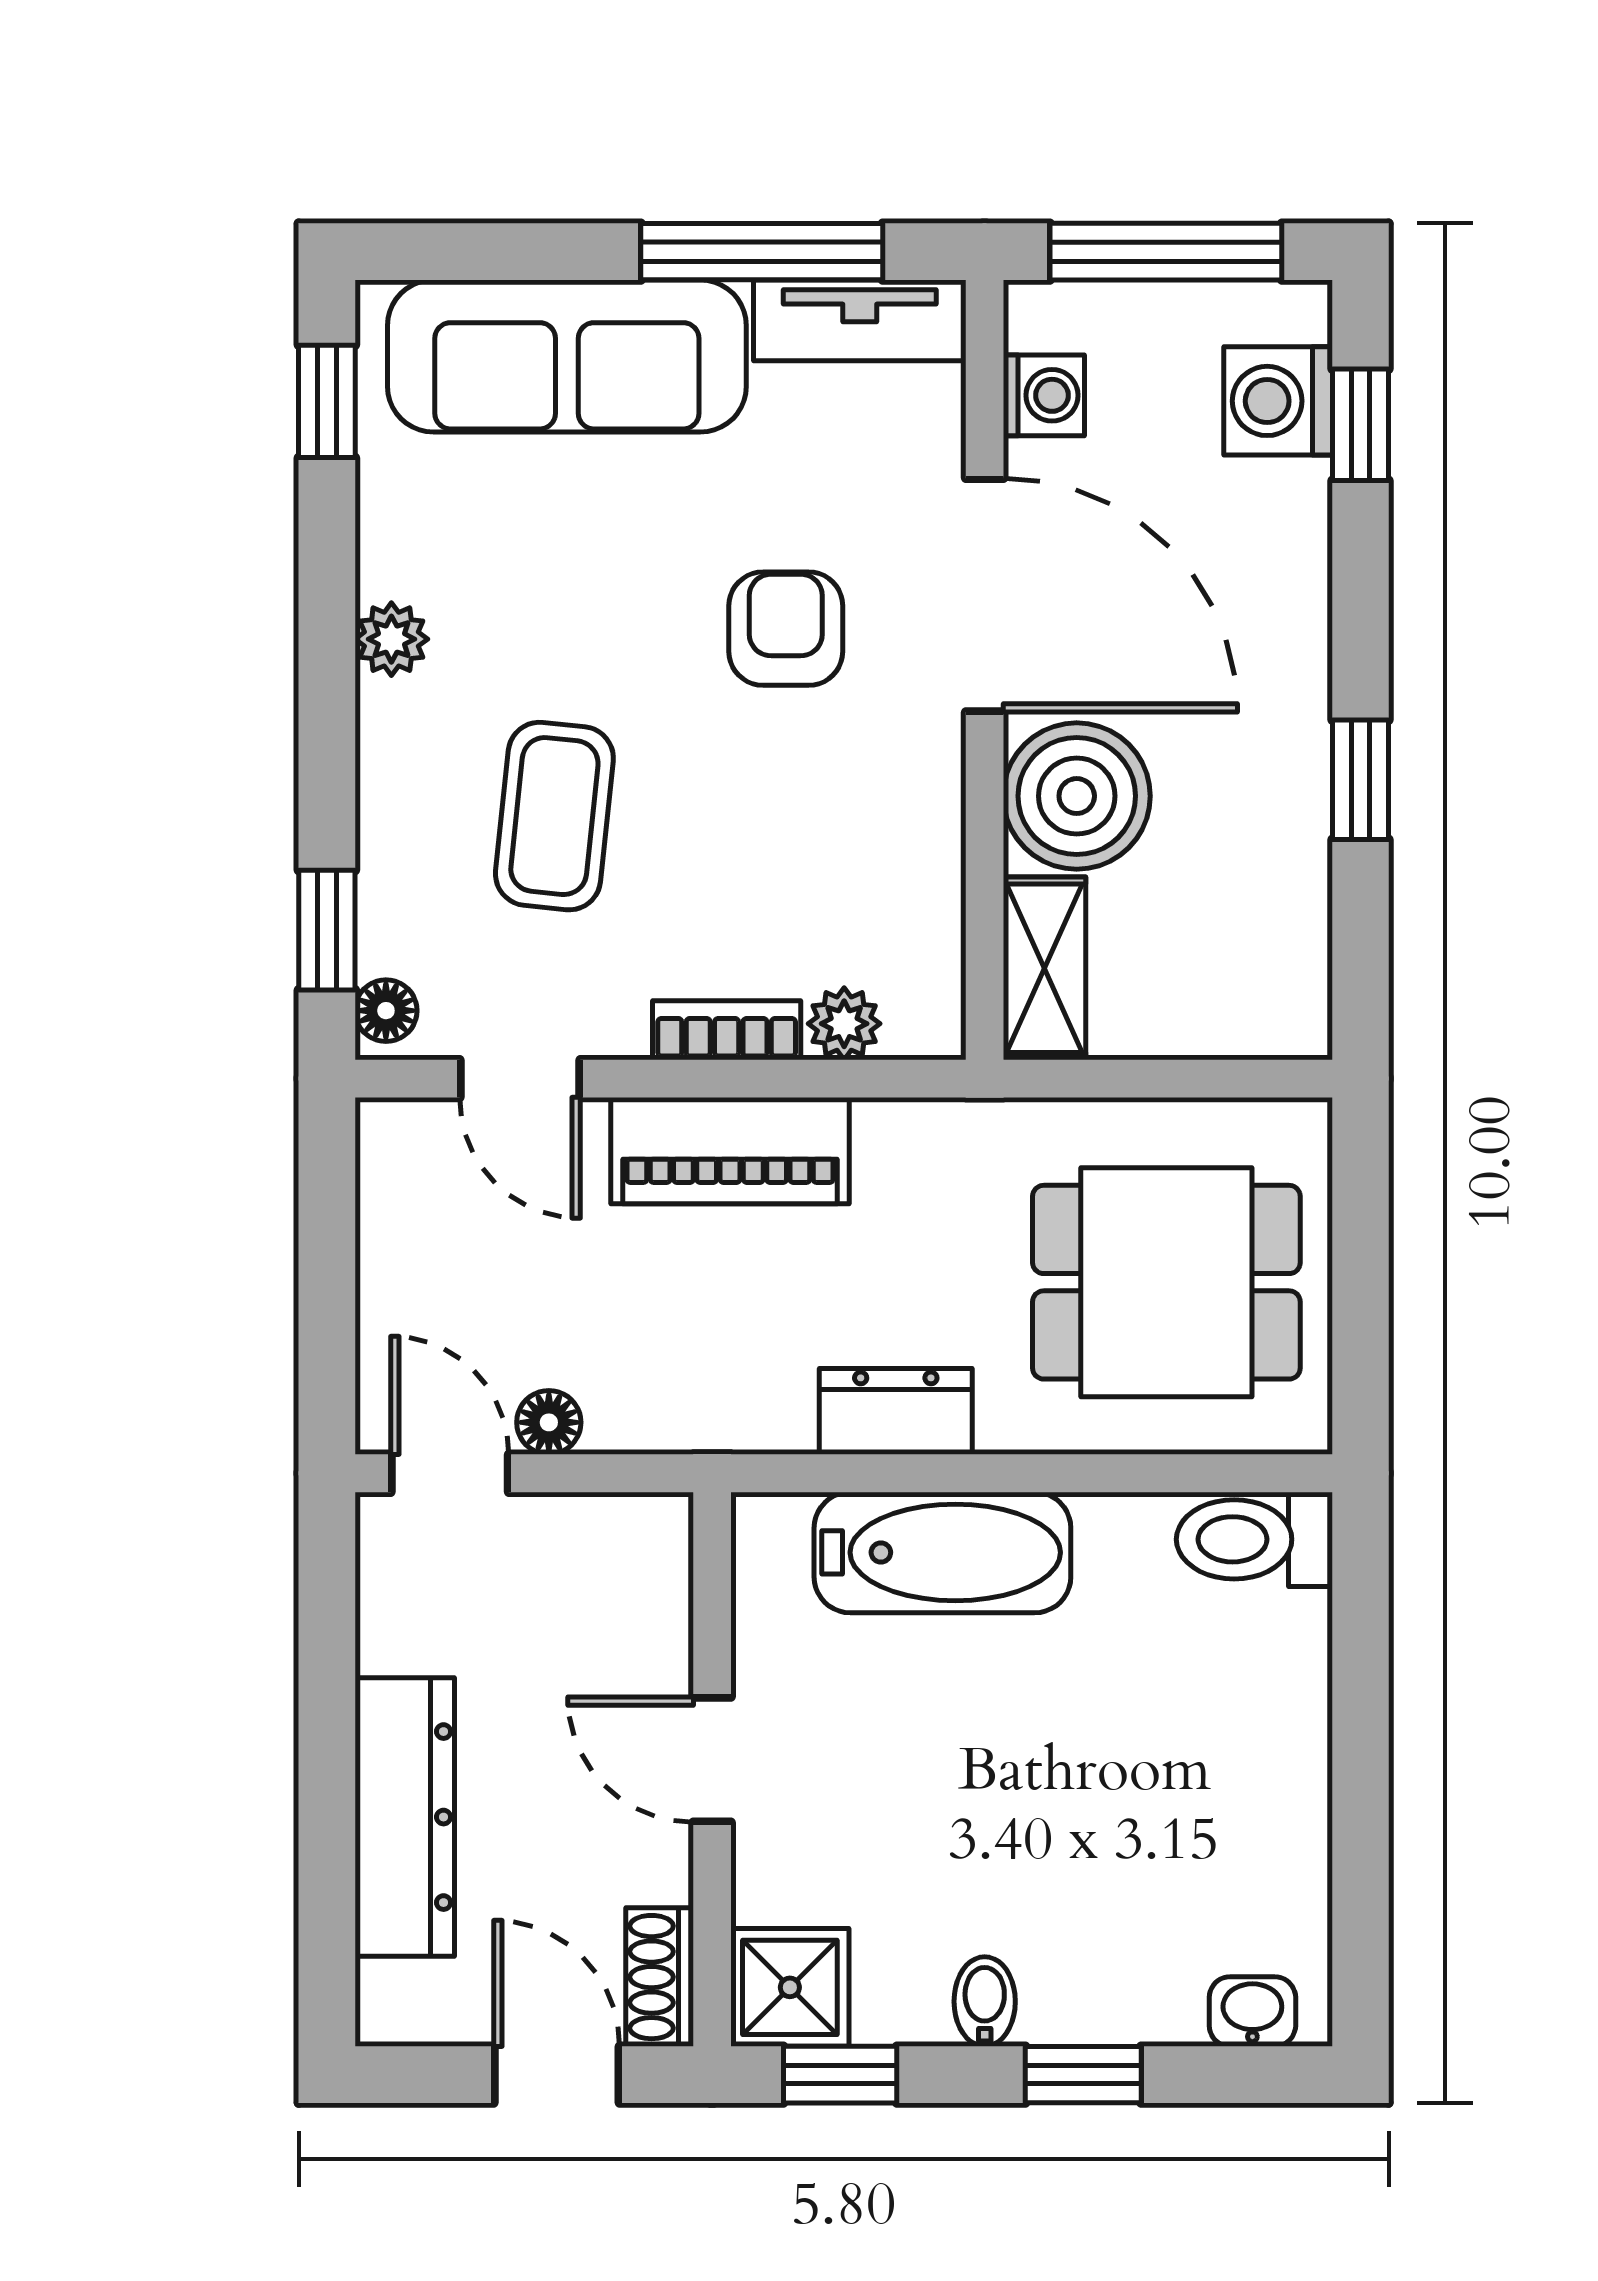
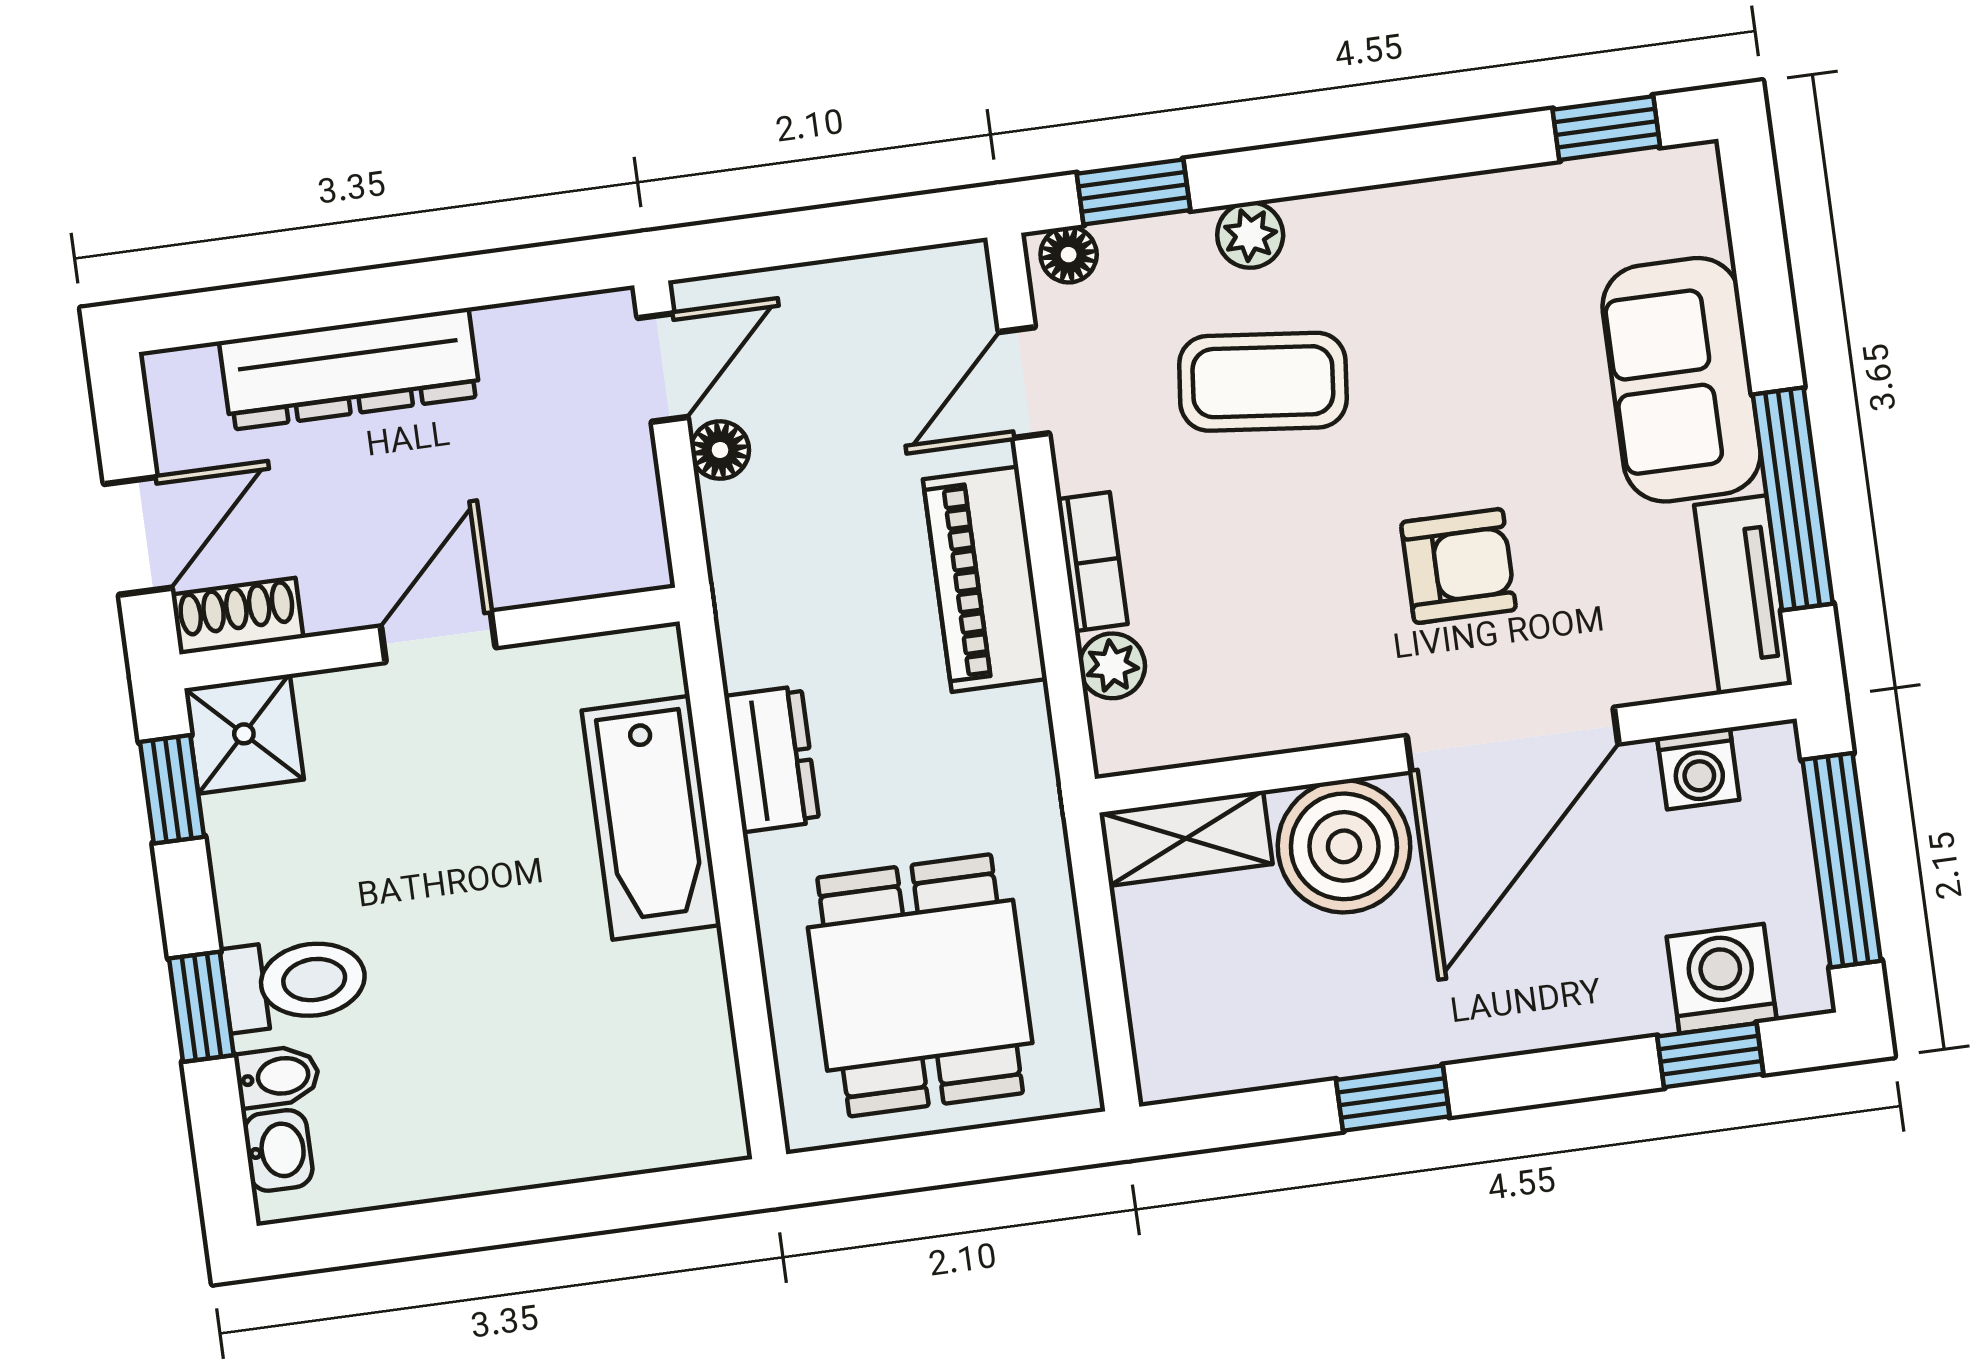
sofa: (567, 356) -> (1682, 380), width x0.73
plant: (391, 639) -> (1250, 235), moved
toilet: (1254, 1539) -> (295, 982), moved, turned 90
bidet: (985, 2001) -> (277, 1077), moved

